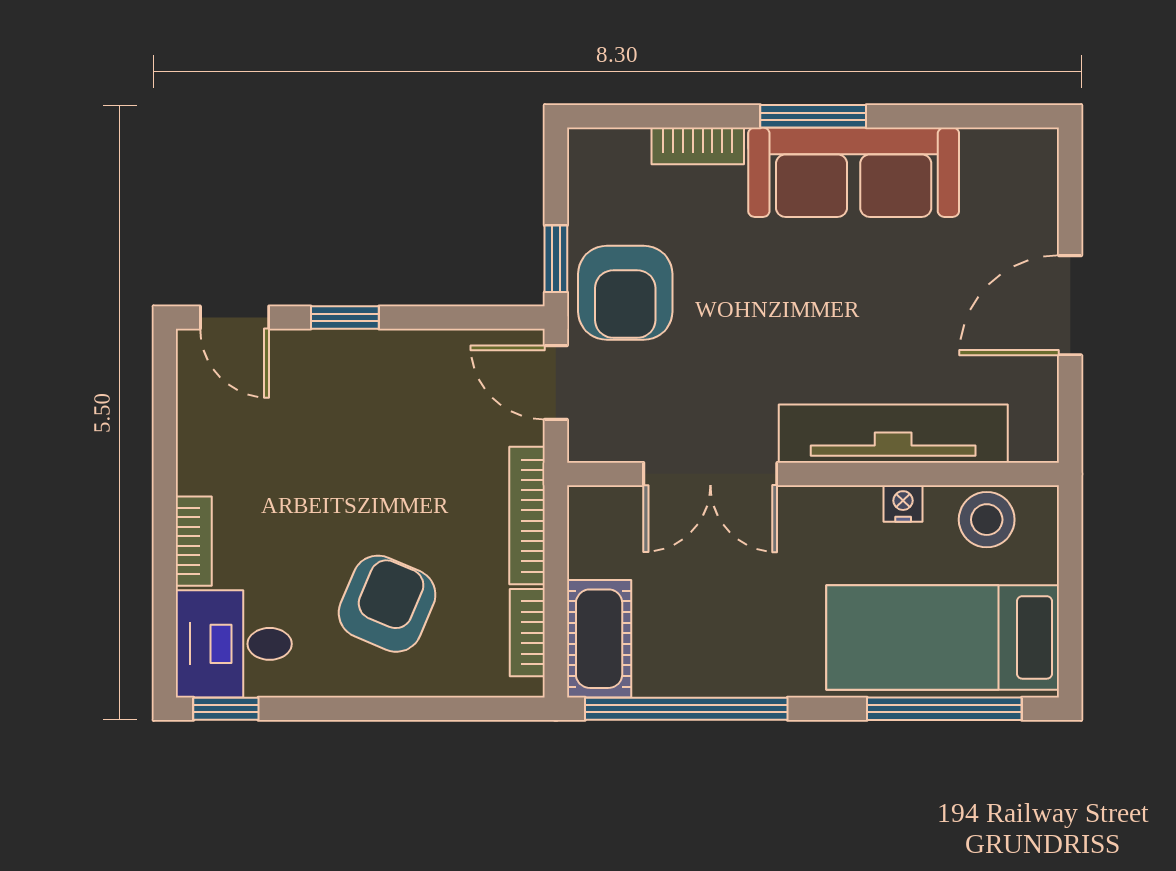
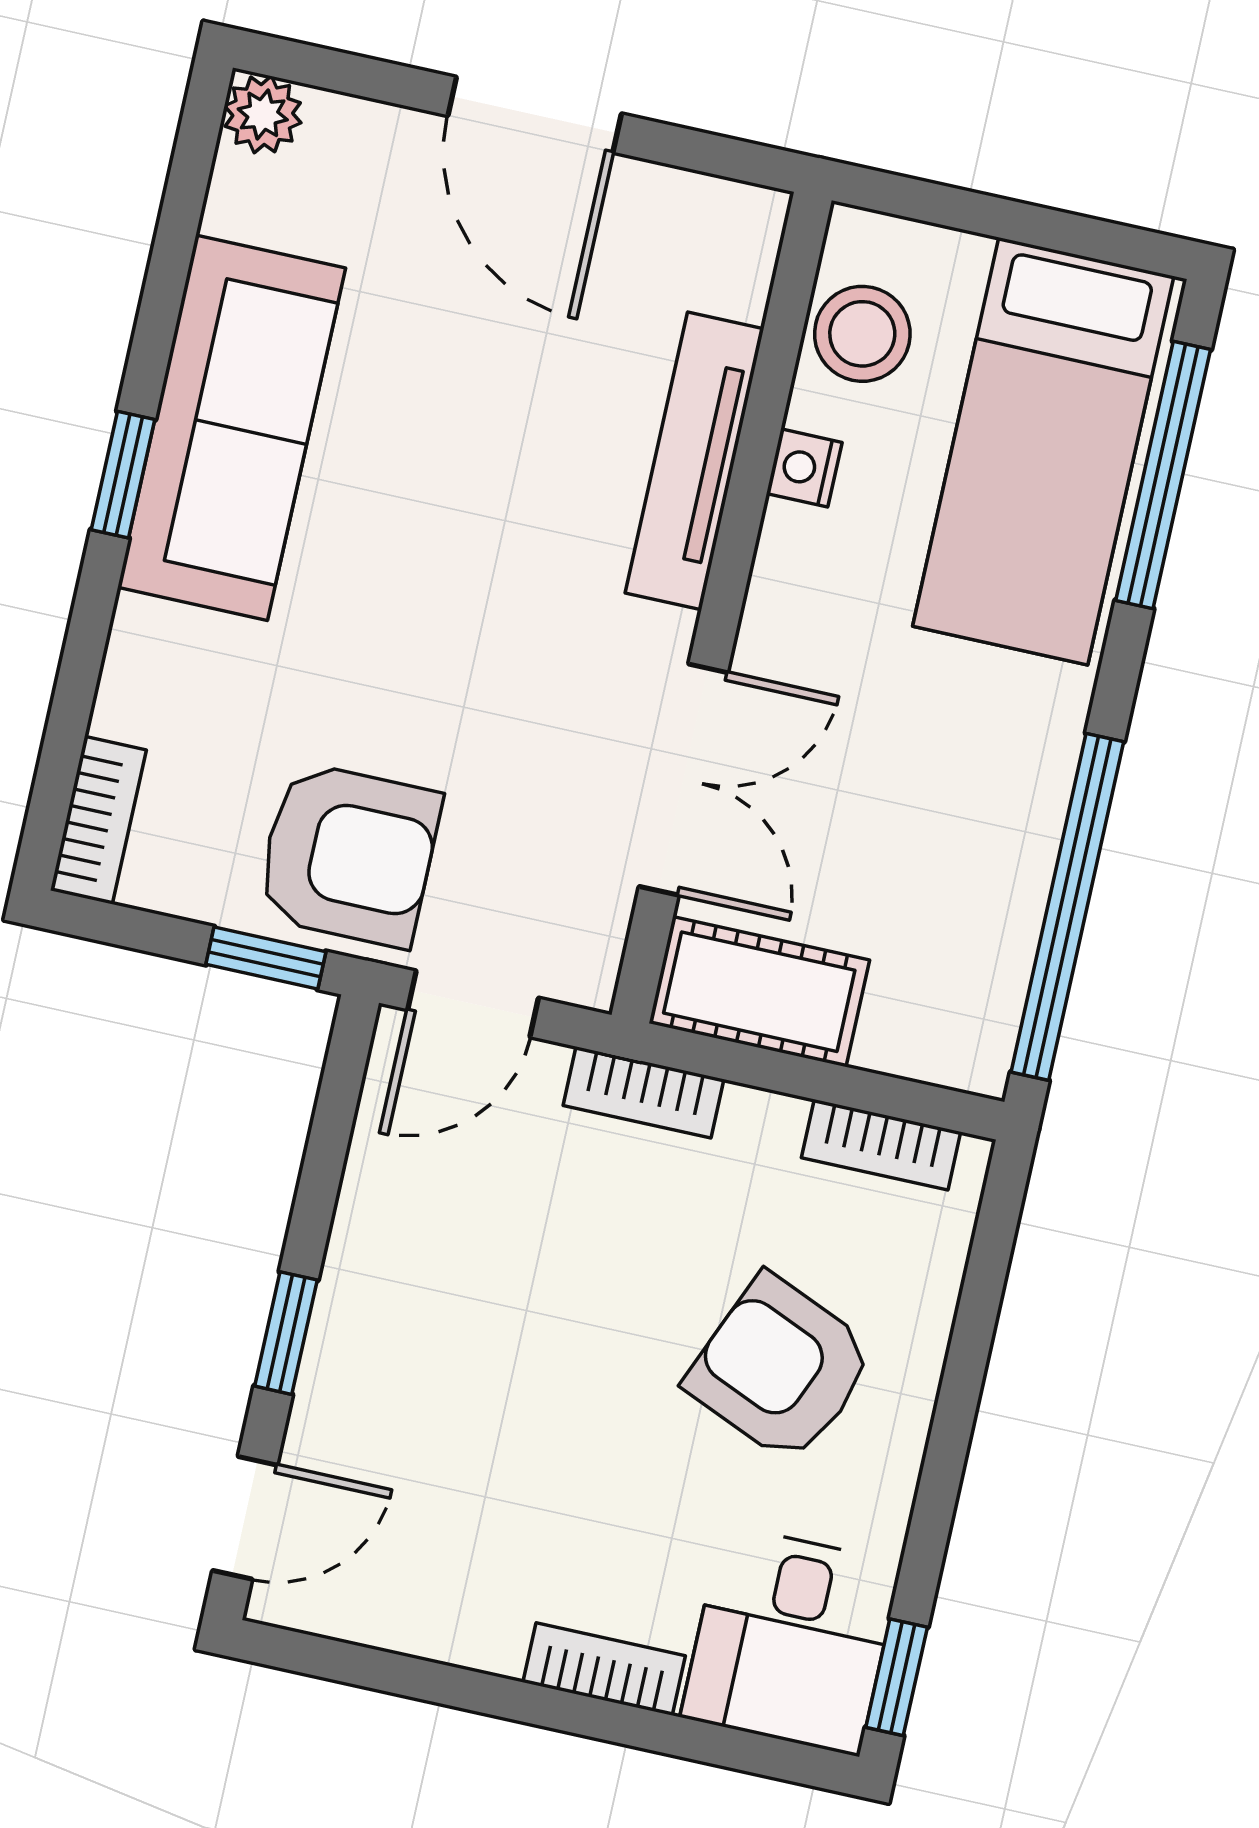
window: (813, 116) -> (123, 475), width x0.67
bookcase: (698, 146) -> (98, 820), moved
plant: (1036, 150) -> (263, 114), added
tv unit: (893, 434) -> (694, 461), width x0.73, depth x0.78
bookcase: (527, 516) -> (643, 1092), width x0.64
cot: (599, 639) -> (759, 992), moved

